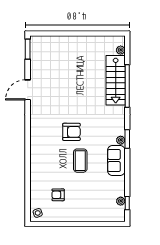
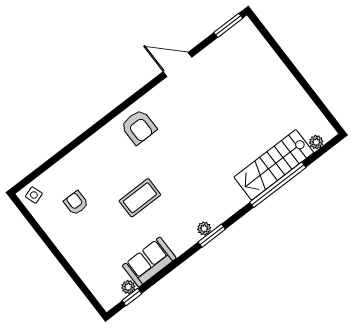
armchair: (71, 132) -> (139, 127), moved
sofa: (116, 161) -> (149, 262), moved

